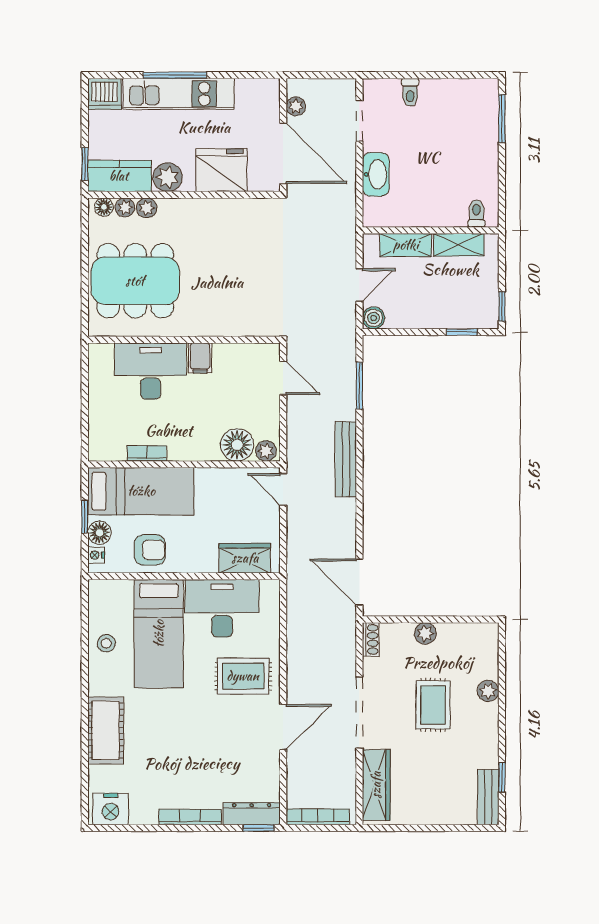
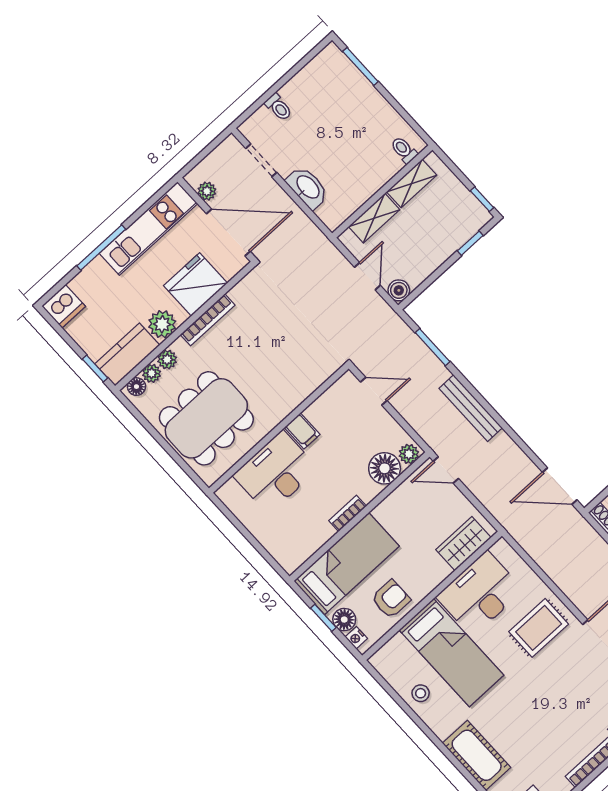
kitchen unit: (179, 94) -> (148, 228), moved
bookcase: (206, 206) -> (208, 320), added
bookcase: (147, 453) -> (348, 513), moved

